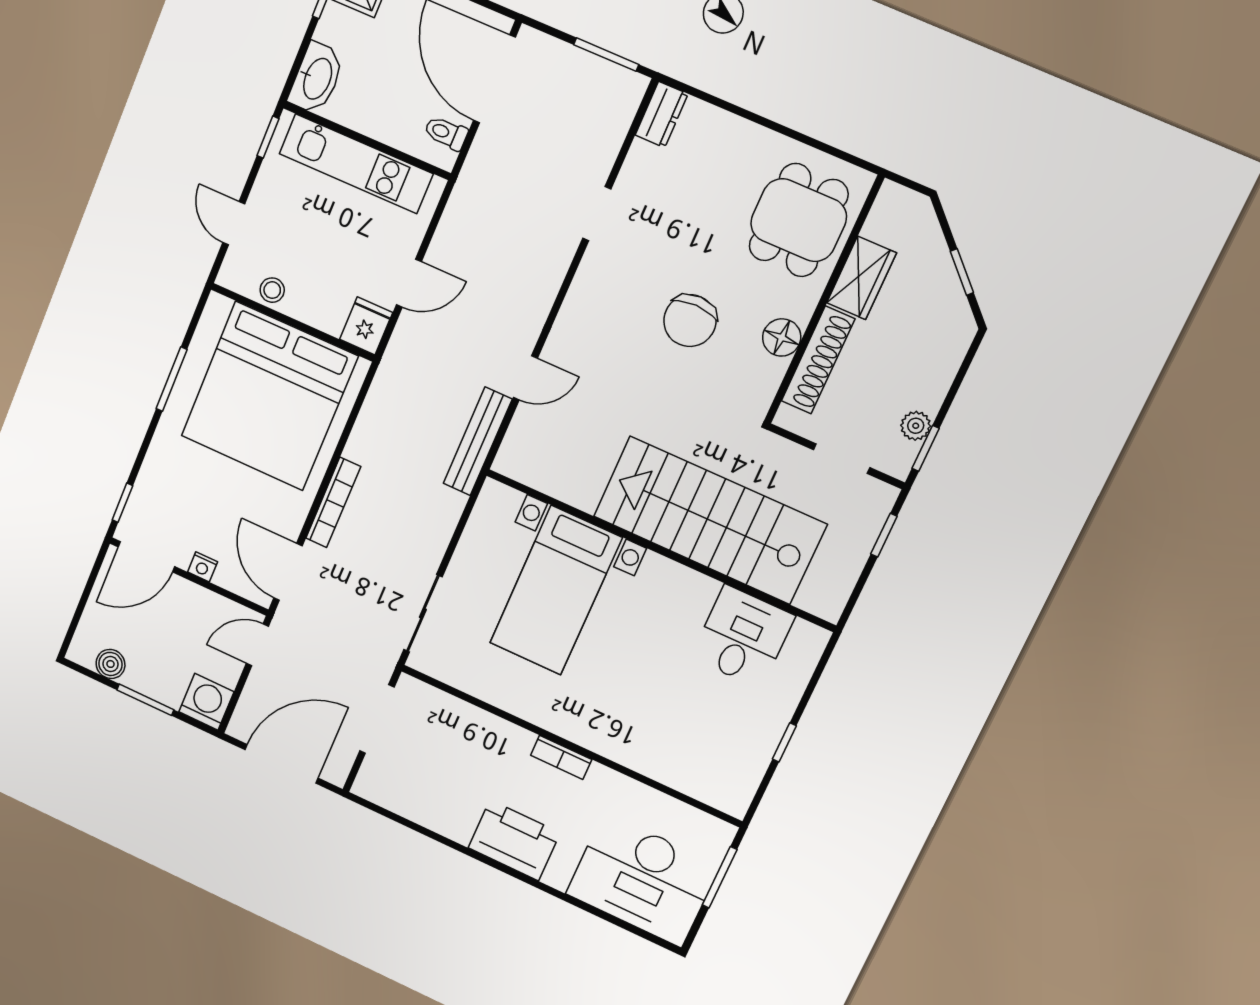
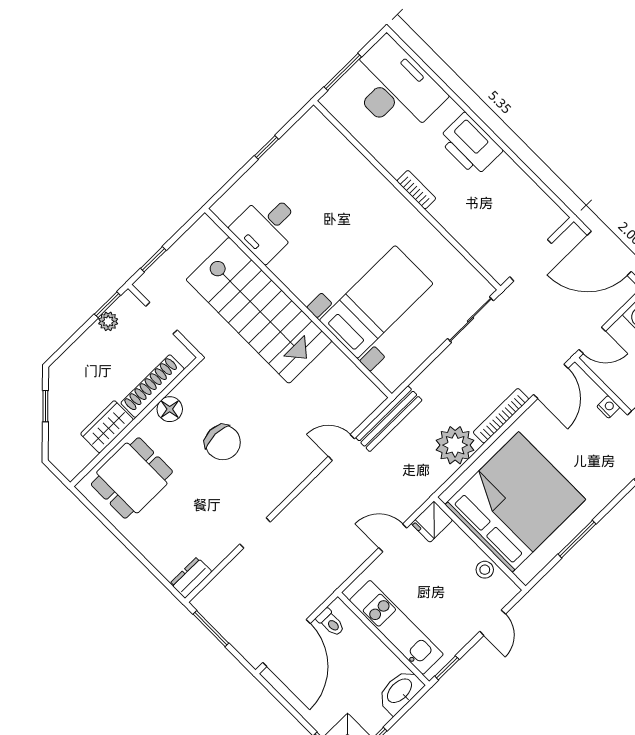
chair: (690, 321) -> (223, 442), turned 90
plant: (377, 440) -> (455, 445), added

